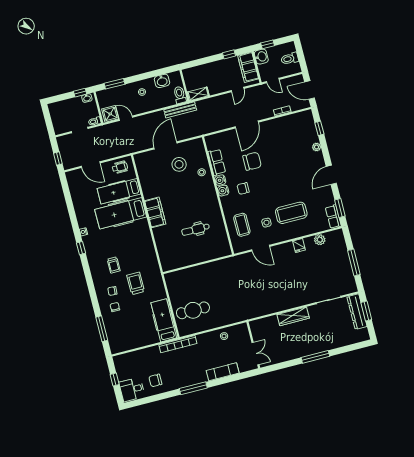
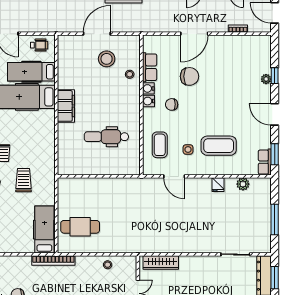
window: (319, 128) -> (275, 76), moved
door: (331, 175) -> (275, 114), hinge flipped
dental chair: (196, 229) -> (106, 137), width x1.36, depth x1.38
wardrobe: (293, 316) -> (161, 262), moved

